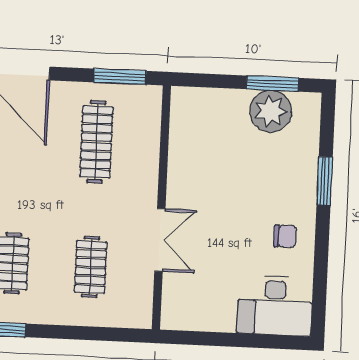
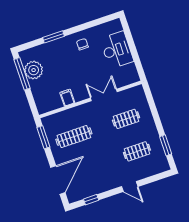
window: (272, 84) -> (22, 74), width x1.44
filing cabinet: (184, 160) -> (67, 98), added
desk: (275, 306) -> (117, 50), moved

